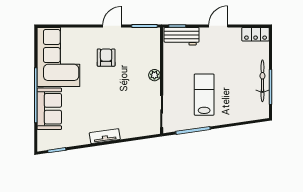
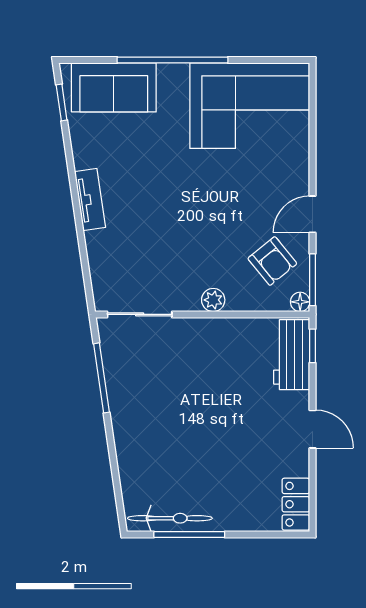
door: (112, 26) -> (313, 214), swing flipped
floor lamp: (155, 32) -> (300, 302), added
armchair: (106, 58) -> (272, 261), moved, turned 51
bicycle: (262, 81) -> (170, 518), moved
lab bench: (204, 95) -> (174, 400), removed
sofa: (49, 109) -> (114, 87), moved

